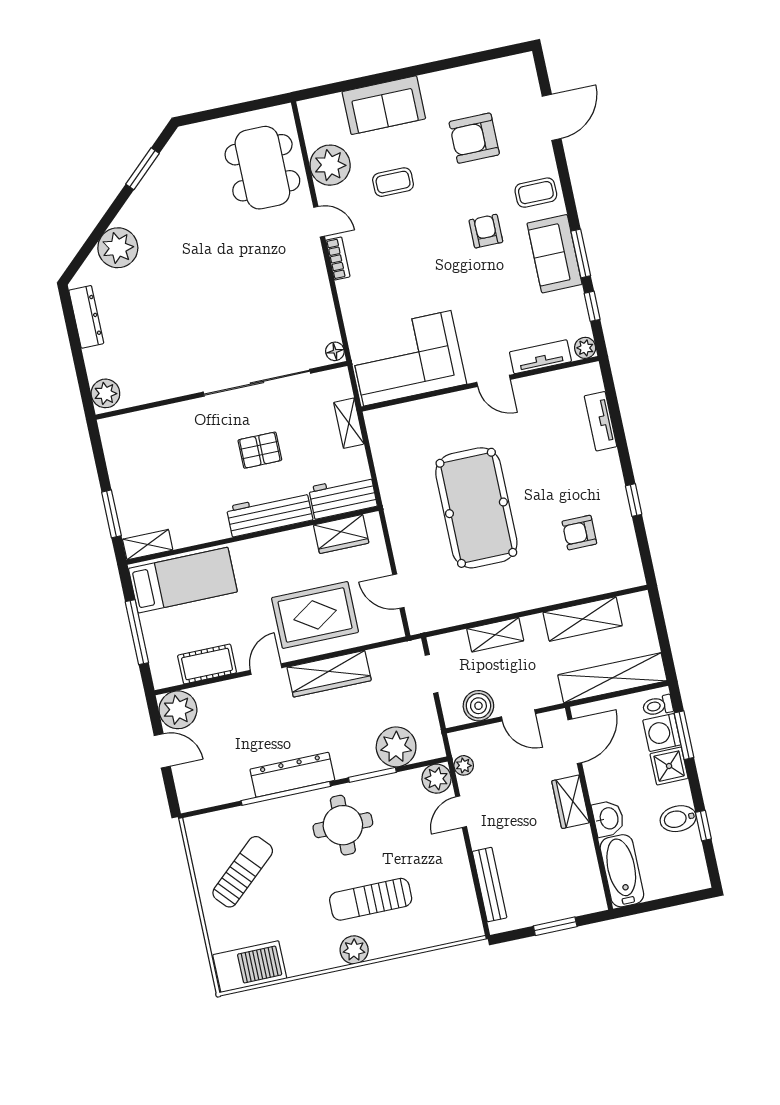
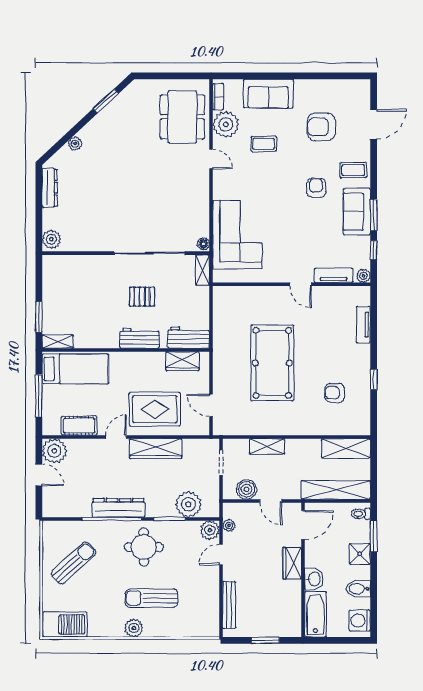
plant: (118, 248) -> (75, 144), width x0.53, depth x0.53
bookcase: (338, 258) -> (218, 97), moved
corner sofa: (407, 358) -> (237, 235), moved, turned 90
shelving: (349, 423) -> (203, 270), moved
workbench: (269, 513) -> (140, 338), width x0.73
shelving: (583, 619) -> (346, 448), moved
washing machine: (662, 733) -> (360, 621), moved
window: (703, 826) -> (374, 597), removed

